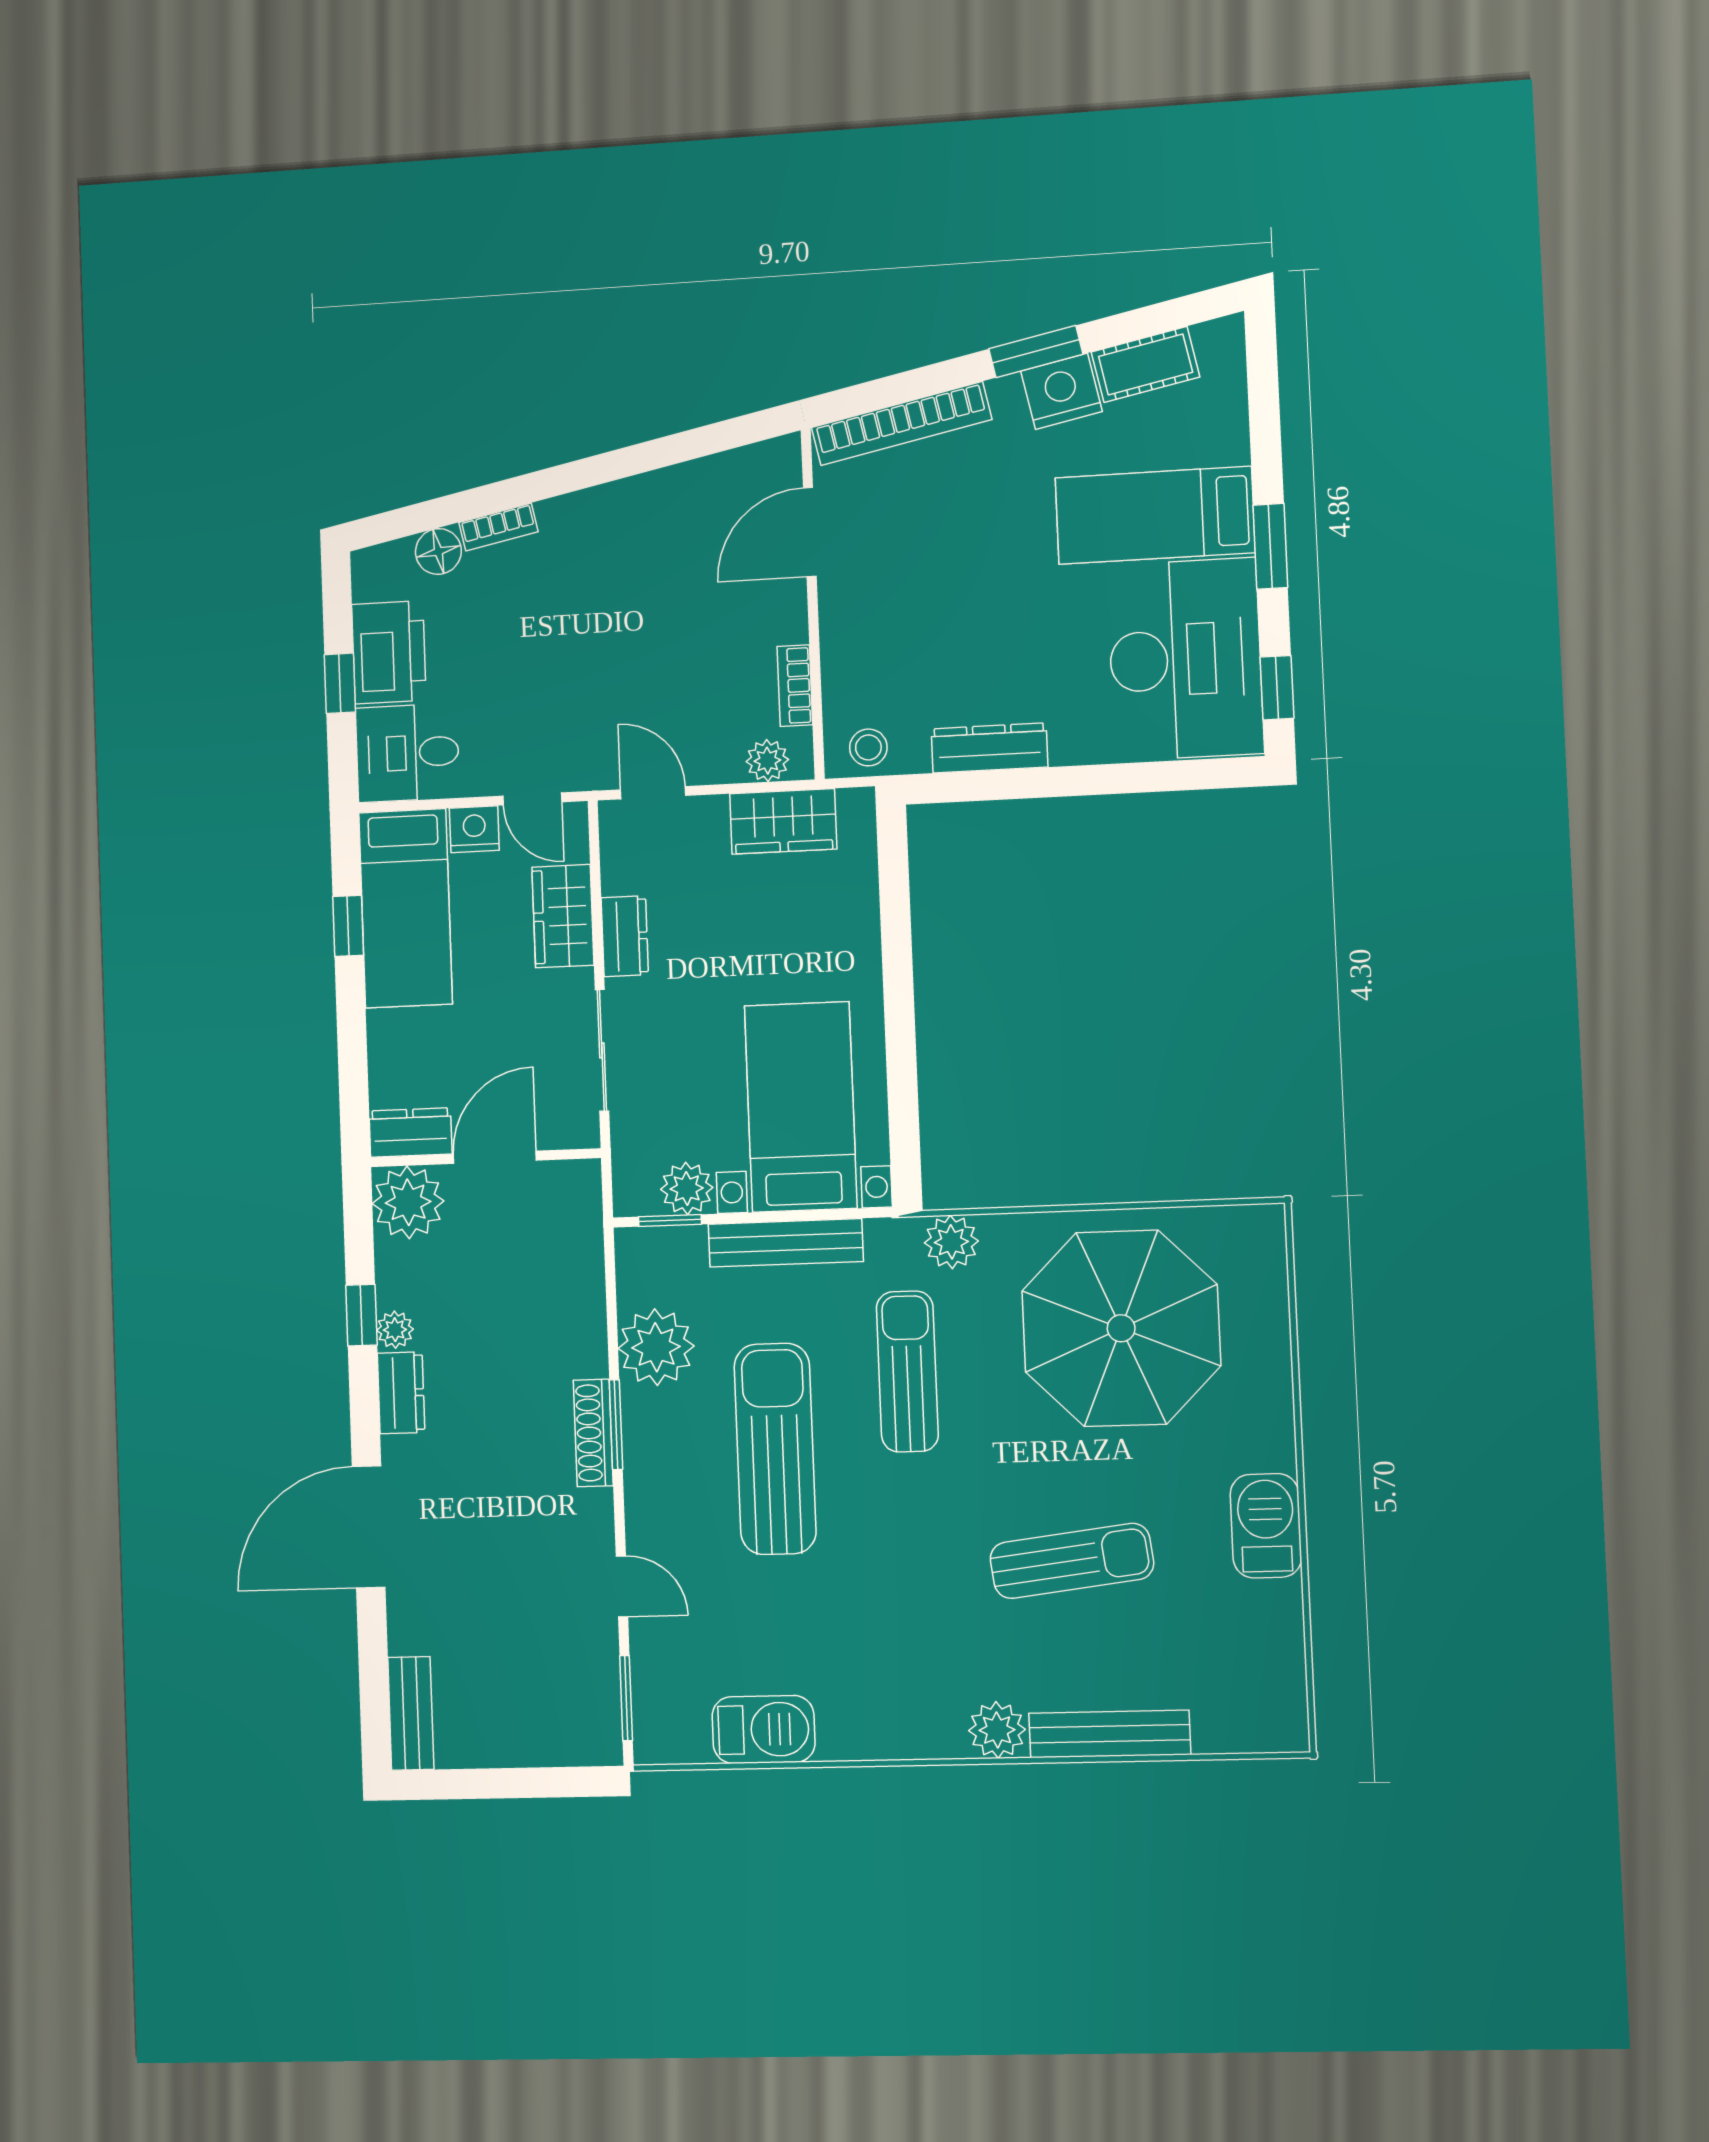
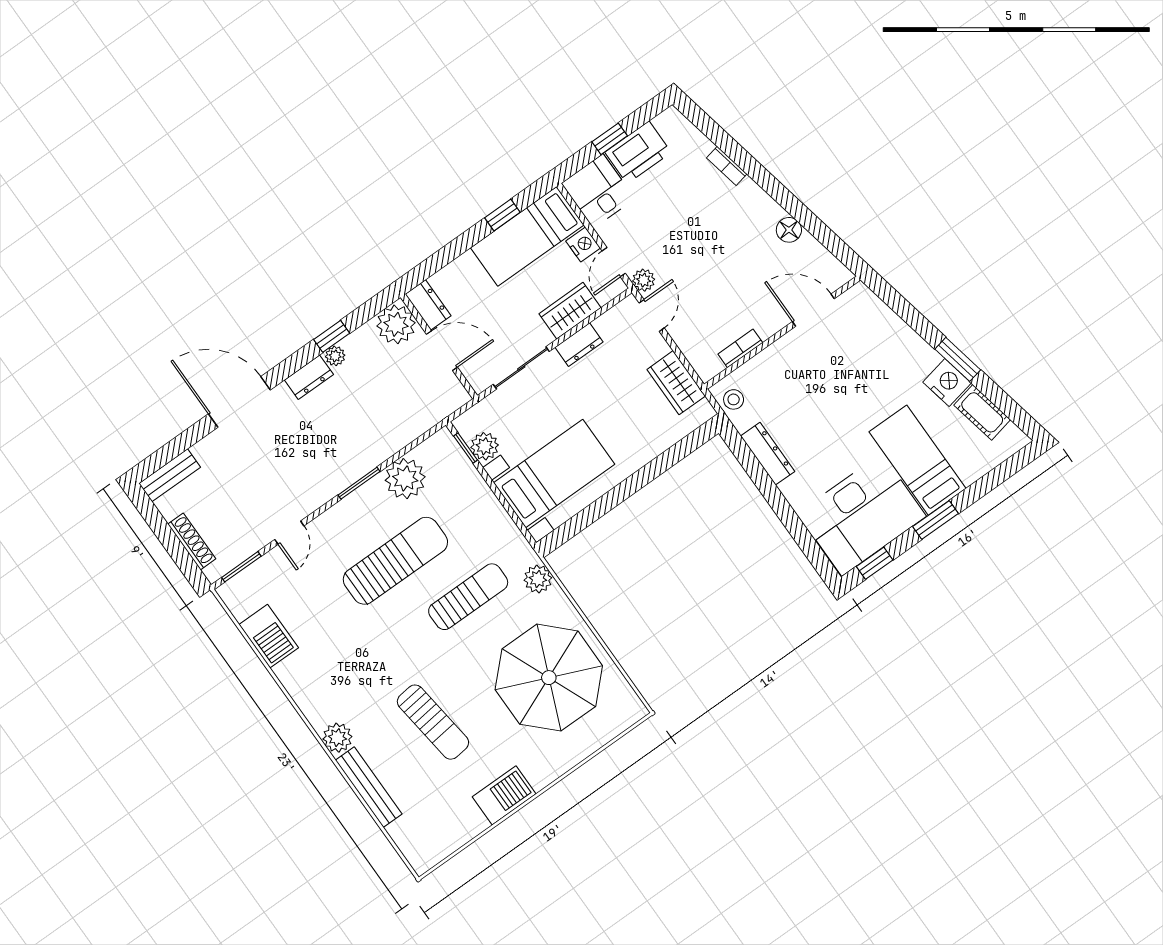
bookcase: (902, 423) -> (888, 320), removed
floor lamp: (438, 551) -> (789, 230), moved
plant: (767, 761) -> (644, 280), moved
bench: (786, 1243) -> (490, 506), removed
shoe rack: (593, 1433) -> (192, 541), moved, turned 90

